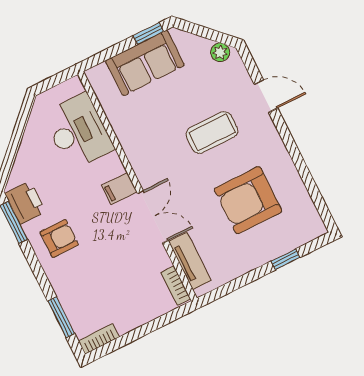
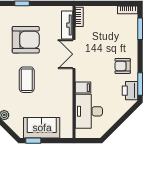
coffee table: (212, 132) -> (27, 80), turned 90
filing cabinet: (119, 189) -> (83, 88), moved

